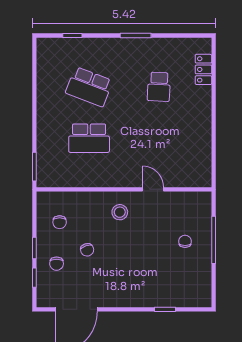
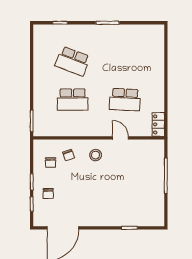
locker: (203, 69) -> (158, 124), moved
school desk: (159, 87) -> (125, 100), moved, width x1.85
chair: (185, 241) -> (144, 177), removed
chair: (87, 250) -> (69, 155), moved

